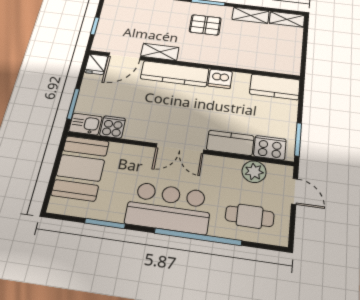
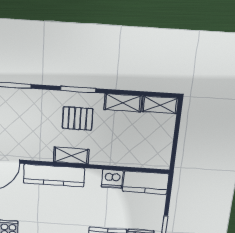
shelving: (160, 52) -> (71, 156), moved
dishwasher: (220, 79) -> (112, 179), moved

